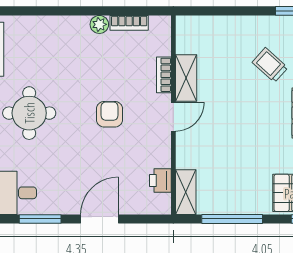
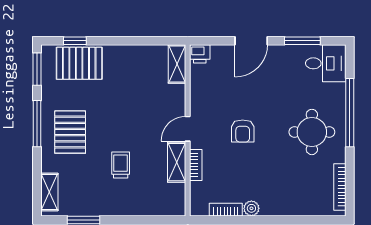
trolley: (270, 65) -> (121, 165), moved, turned -132
printer: (160, 180) -> (200, 54), moved, turned 90
window: (232, 219) -> (137, 41), removed

